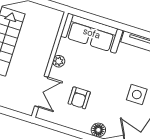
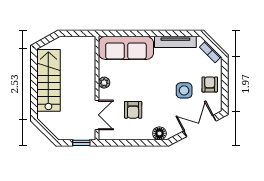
window: (17, 115) -> (81, 143), added

